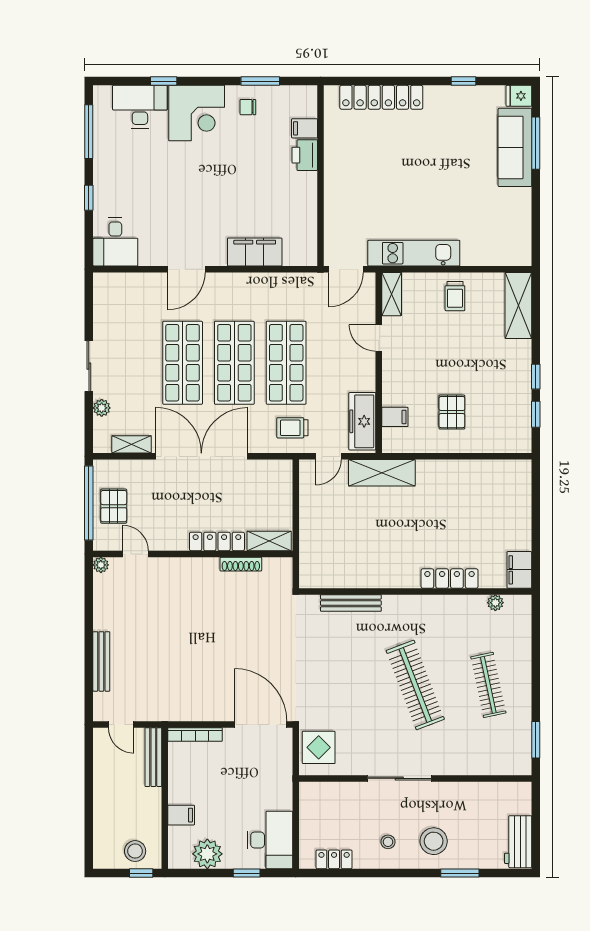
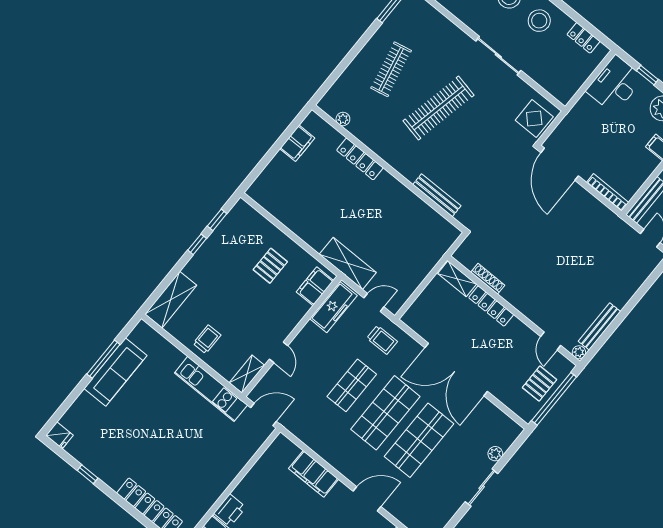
window: (536, 143) -> (103, 359), moved
sofa: (515, 147) -> (115, 372), moved
shop shelf: (286, 363) -> (352, 385), width x0.70, depth x0.74
filing cabinet: (395, 417) -> (315, 286), width x2.00
shelving: (132, 444) -> (495, 414), removed
filing cabinet: (519, 570) -> (297, 143), moved
bench: (101, 661) -> (599, 326), moved
clothes rail: (415, 685) -> (439, 108), turned 33
stool: (388, 842) -> (539, 21), width x1.89, depth x1.89

